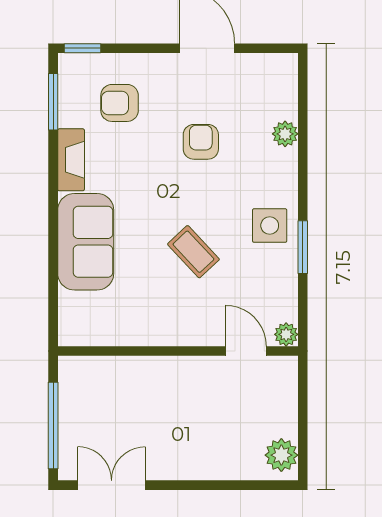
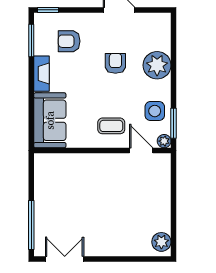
plant: (285, 134) -> (157, 65), width x1.88, depth x1.88
coffee table: (193, 252) -> (111, 126), turned -47
plant: (286, 334) -> (164, 141), moved
wall: (178, 351) -> (102, 151), moved
door: (246, 351) -> (141, 151), moved

